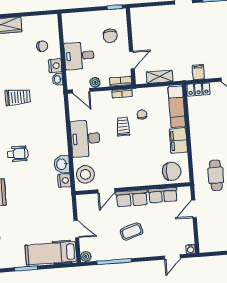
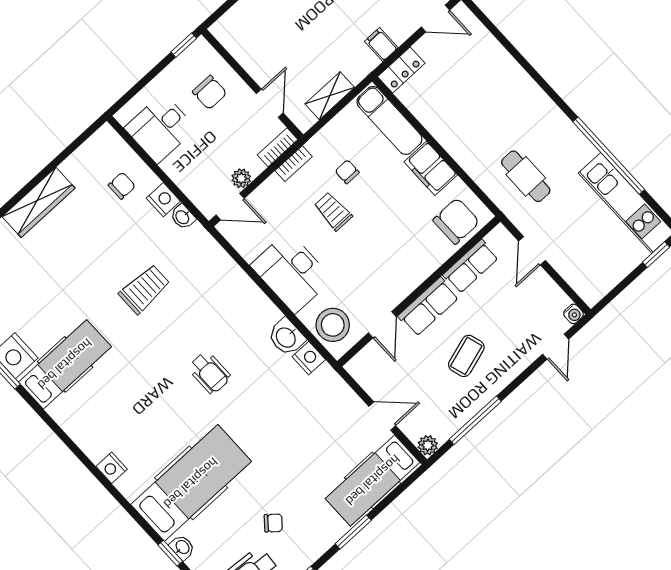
desk: (79, 56) -> (160, 128), moved
wheelchair: (18, 154) -> (209, 373), turned 90

